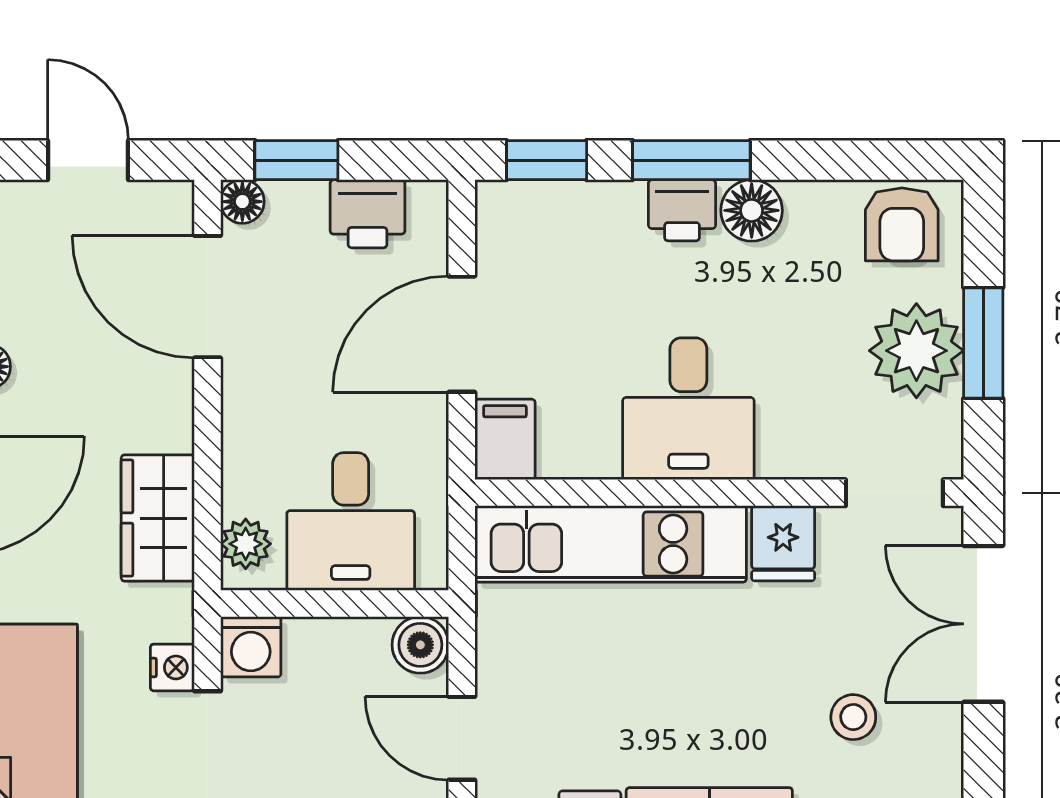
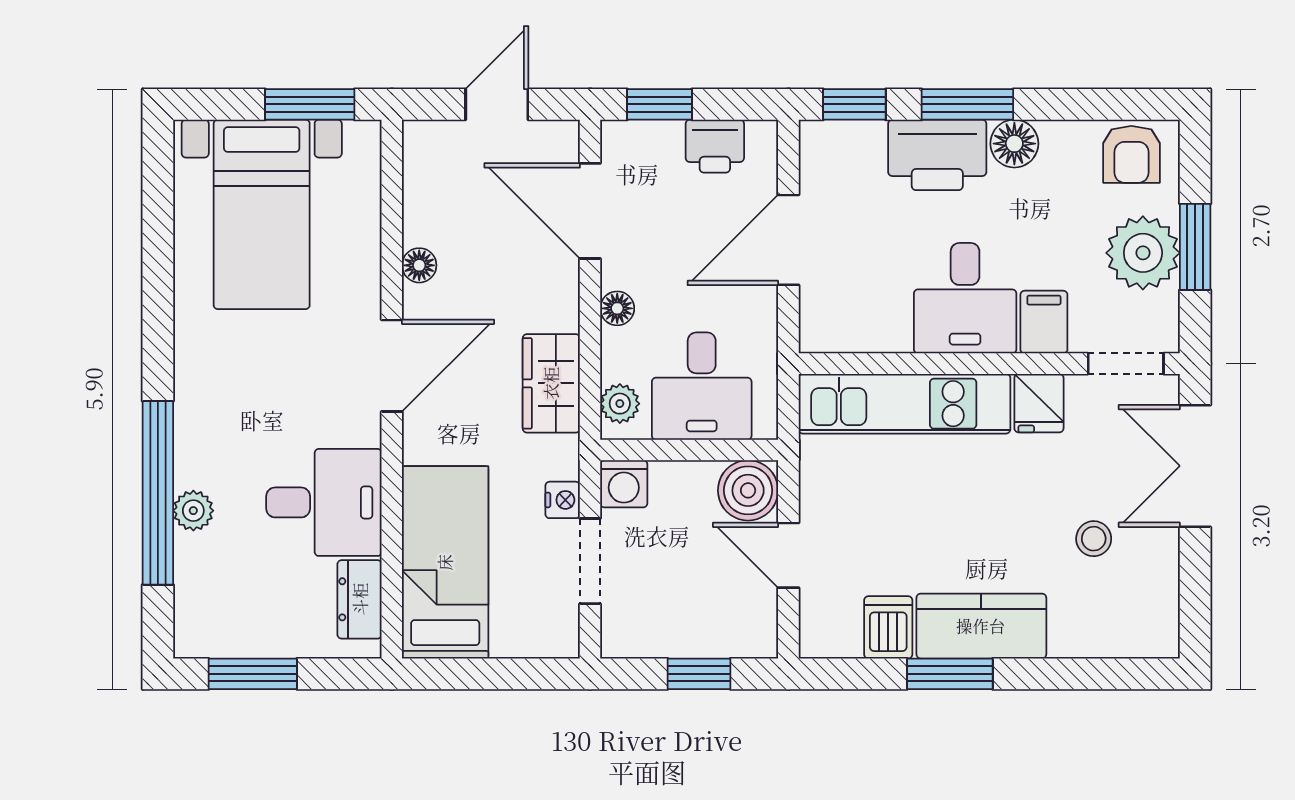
door: (88, 160) -> (497, 104), hinge flipped
floor lamp: (242, 202) -> (617, 308), moved
printer: (682, 210) -> (937, 155), width x1.87, depth x1.48
filing cabinet: (505, 439) -> (1044, 322), moved
boiler: (420, 645) -> (748, 490), width x1.36, depth x1.36

